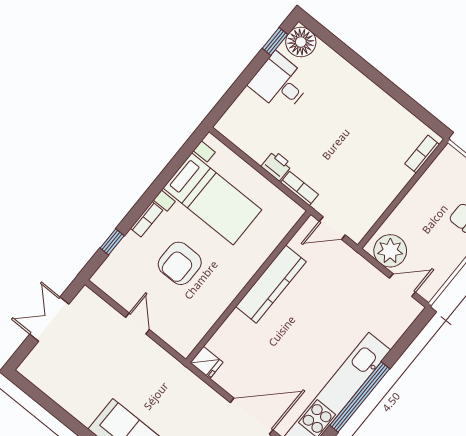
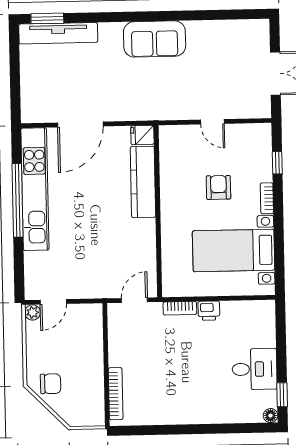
floor lamp: (301, 42) -> (271, 416), width x0.53, depth x0.53
bookcase: (422, 154) -> (116, 394), width x1.56
plant: (390, 251) -> (33, 312), moved, width x0.53, depth x0.53
armchair: (180, 263) -> (218, 187), width x0.72, depth x0.72
kitchen counter: (271, 284) -> (143, 182), moved

